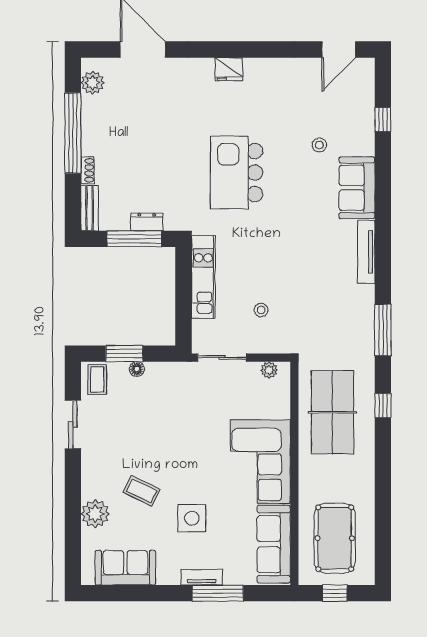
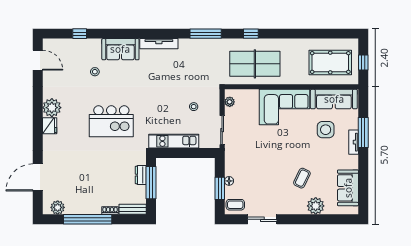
plant: (260, 73) -> (52, 108), added
side table: (192, 518) -> (326, 130), moved

